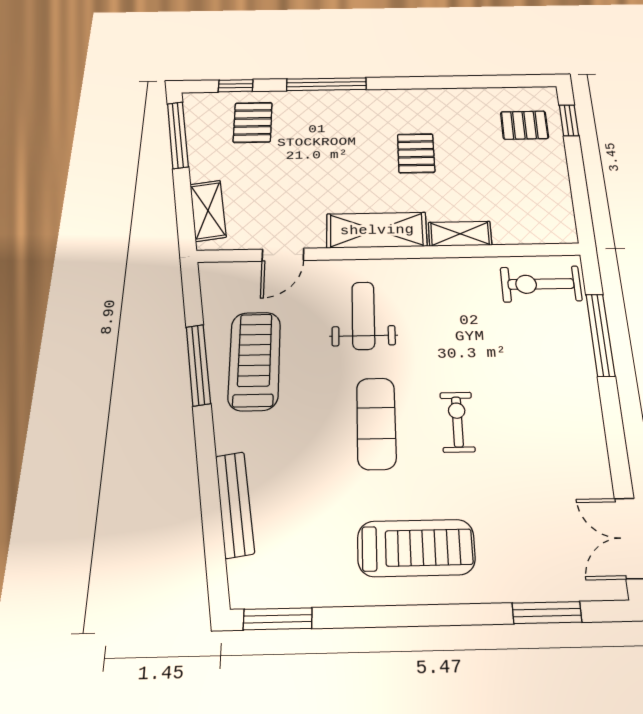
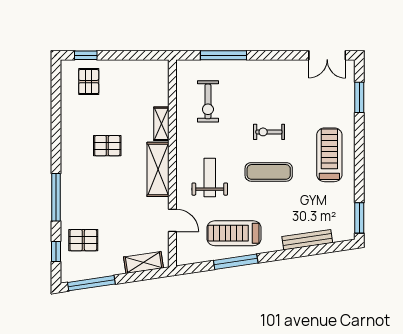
exercise bike: (541, 284) -> (208, 101), moved
weight bench: (363, 315) -> (210, 177), turned 90

